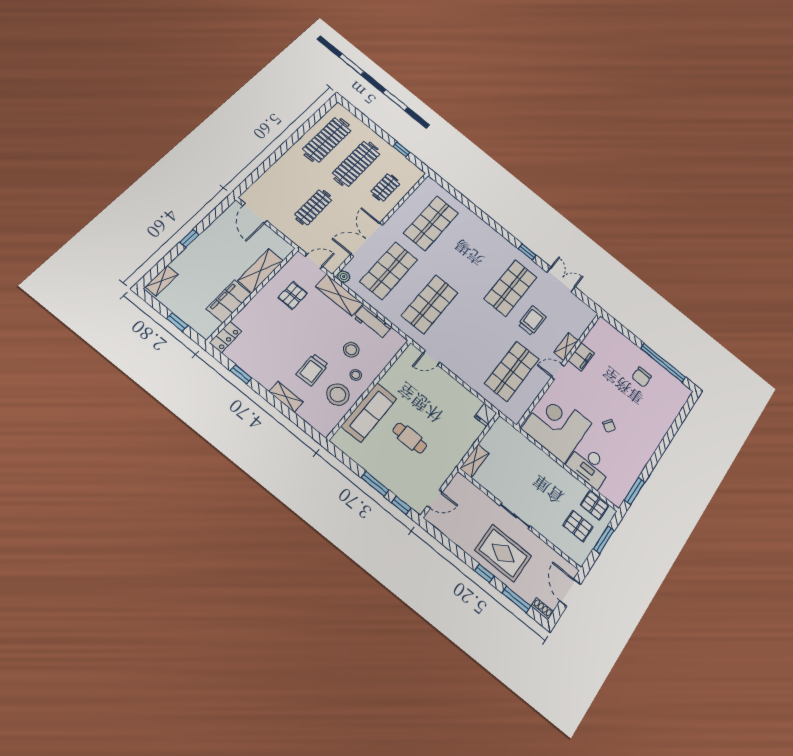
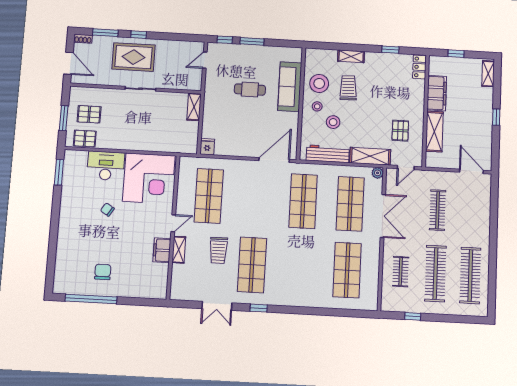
workbench: (372, 322) -> (328, 154), width x1.38
door: (431, 358) -> (274, 160), width x1.87

